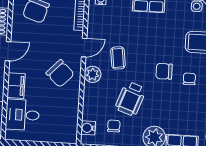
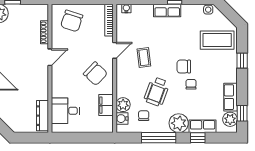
plant: (93, 74) -> (123, 105), moved
chair: (189, 79) -> (191, 84), moved
filing cabinet: (16, 86) -> (106, 105), moved, turned 180

